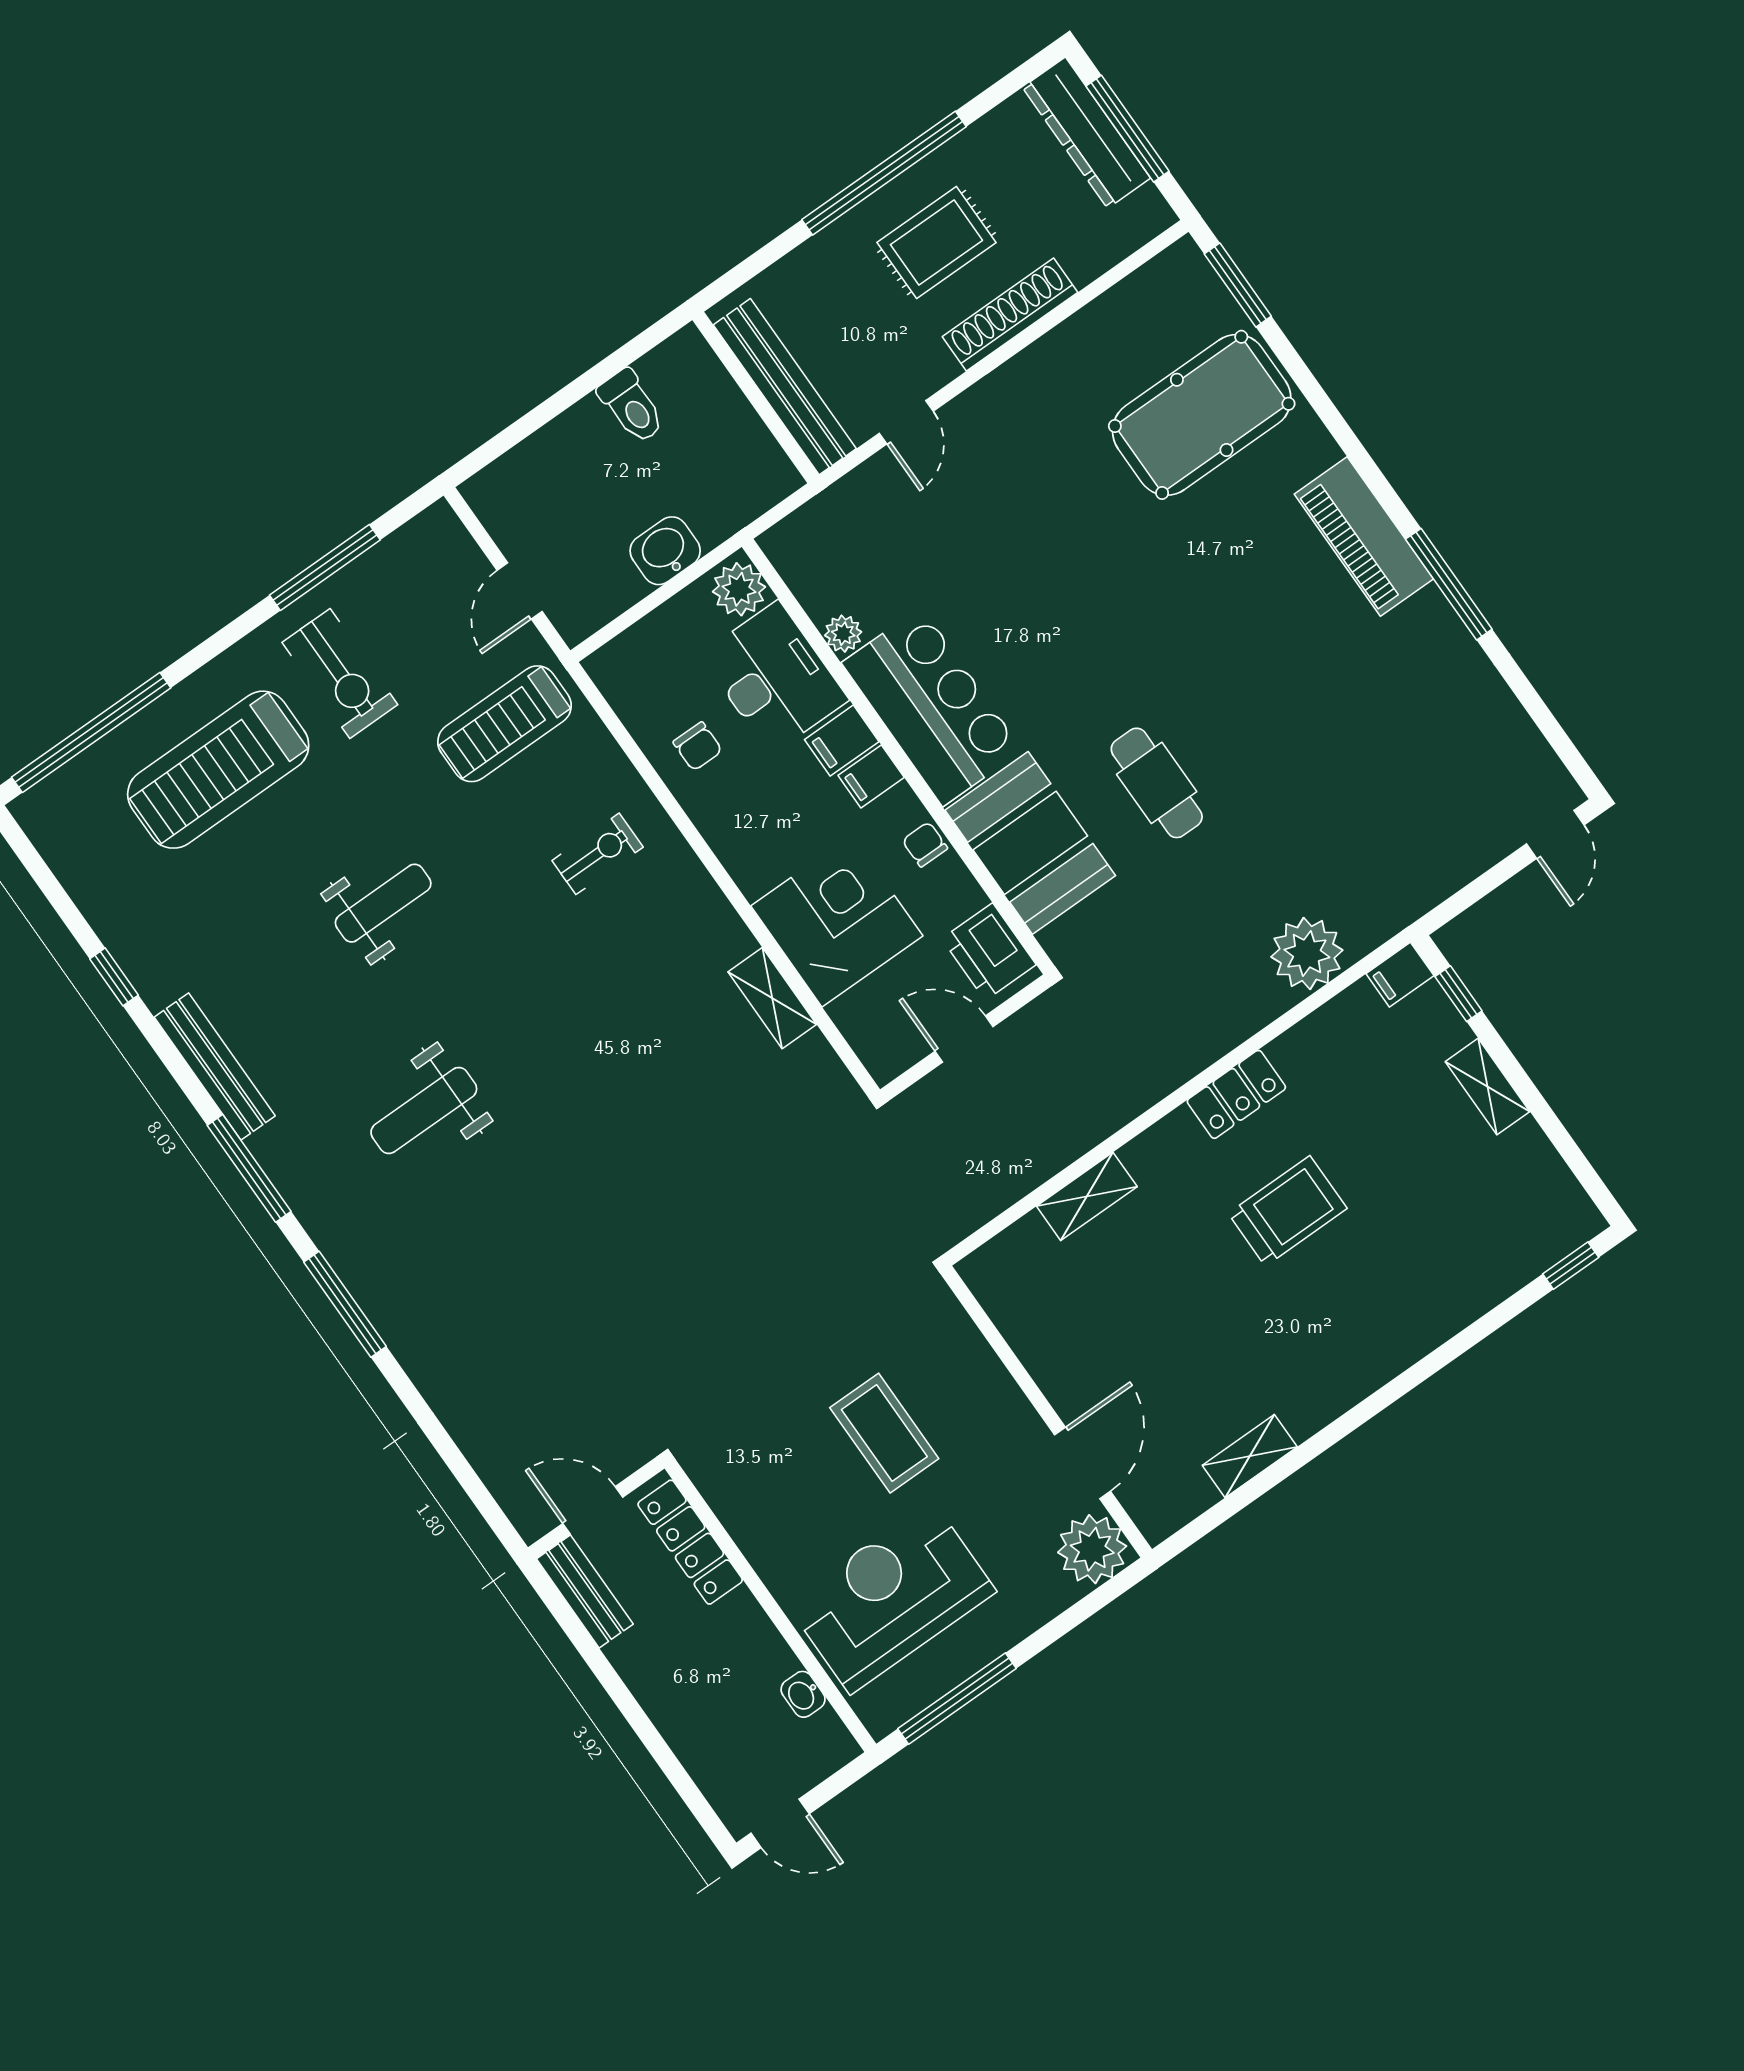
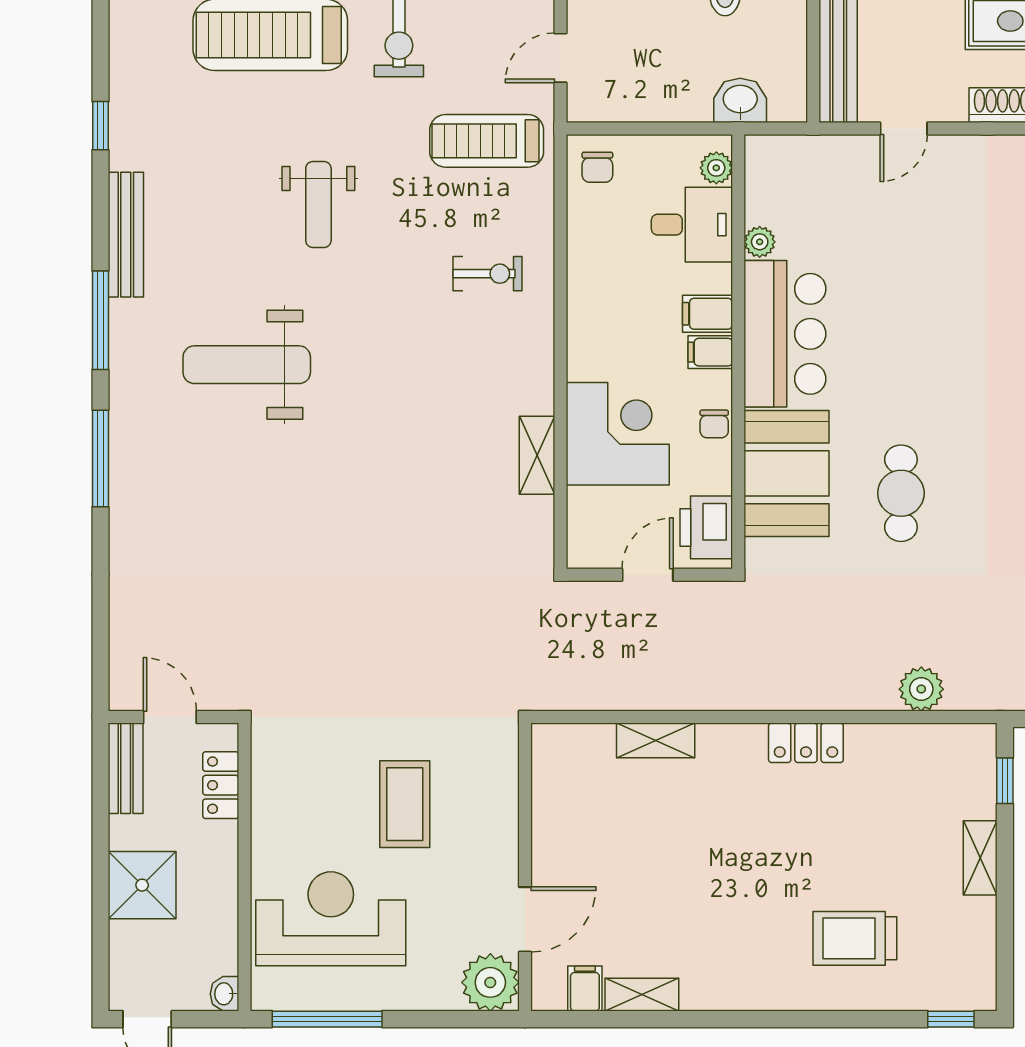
washbasin: (665, 551) -> (740, 100), moved
plant: (739, 589) -> (716, 168), width x0.73, depth x0.73
desk: (774, 678) -> (692, 225), width x0.73
chair: (698, 746) -> (597, 167), moved
chair: (925, 844) -> (714, 424), turned 180
weight bench: (383, 903) -> (318, 204), turned 90
plant: (1307, 954) -> (921, 689), width x0.73, depth x0.73
filing cabinet: (1400, 975) -> (585, 989), moved, turned 90
door: (964, 1039) -> (648, 575), hinge flipped
weight bench: (424, 1110) -> (247, 365), width x1.36, depth x1.33
trolley: (1288, 1211) -> (855, 938), moved, turned 180
locker: (690, 1542) -> (221, 785), width x0.66
washbasin: (803, 1694) -> (225, 994), moved
shower: (682, 1695) -> (142, 885), added

